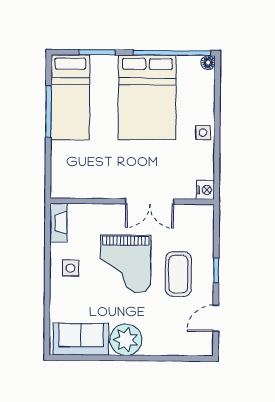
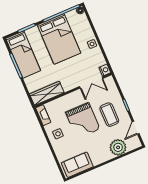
wardrobe: (82, 186) -> (47, 93), added
double door: (150, 201) -> (91, 83), moved
plant: (126, 340) -> (118, 147), moved

